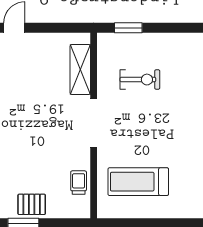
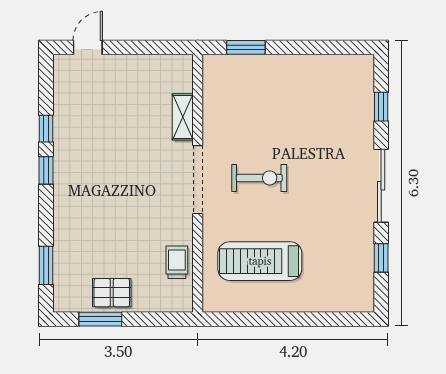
shelving: (80, 69) -> (183, 117), width x0.67, depth x0.75
exercise bike: (140, 80) -> (259, 178), moved

